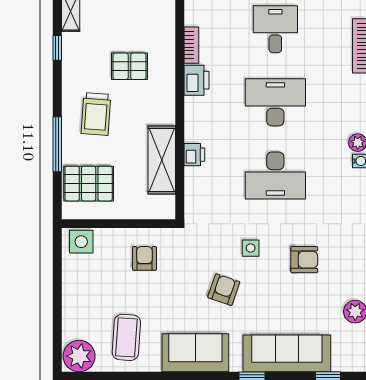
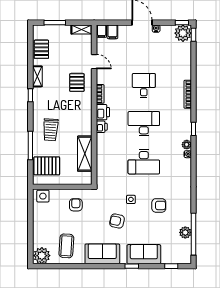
pallet: (129, 66) -> (77, 82), moved, turned 90
printer: (194, 155) -> (102, 127), moved
armchair: (224, 290) -> (117, 221), turned -97
sofa: (287, 353) -> (144, 254), width x0.73

